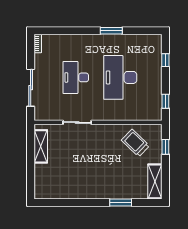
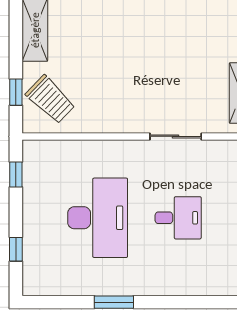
desk: (76, 77) -> (178, 218), width x0.73
trolley: (135, 143) -> (50, 99), moved

